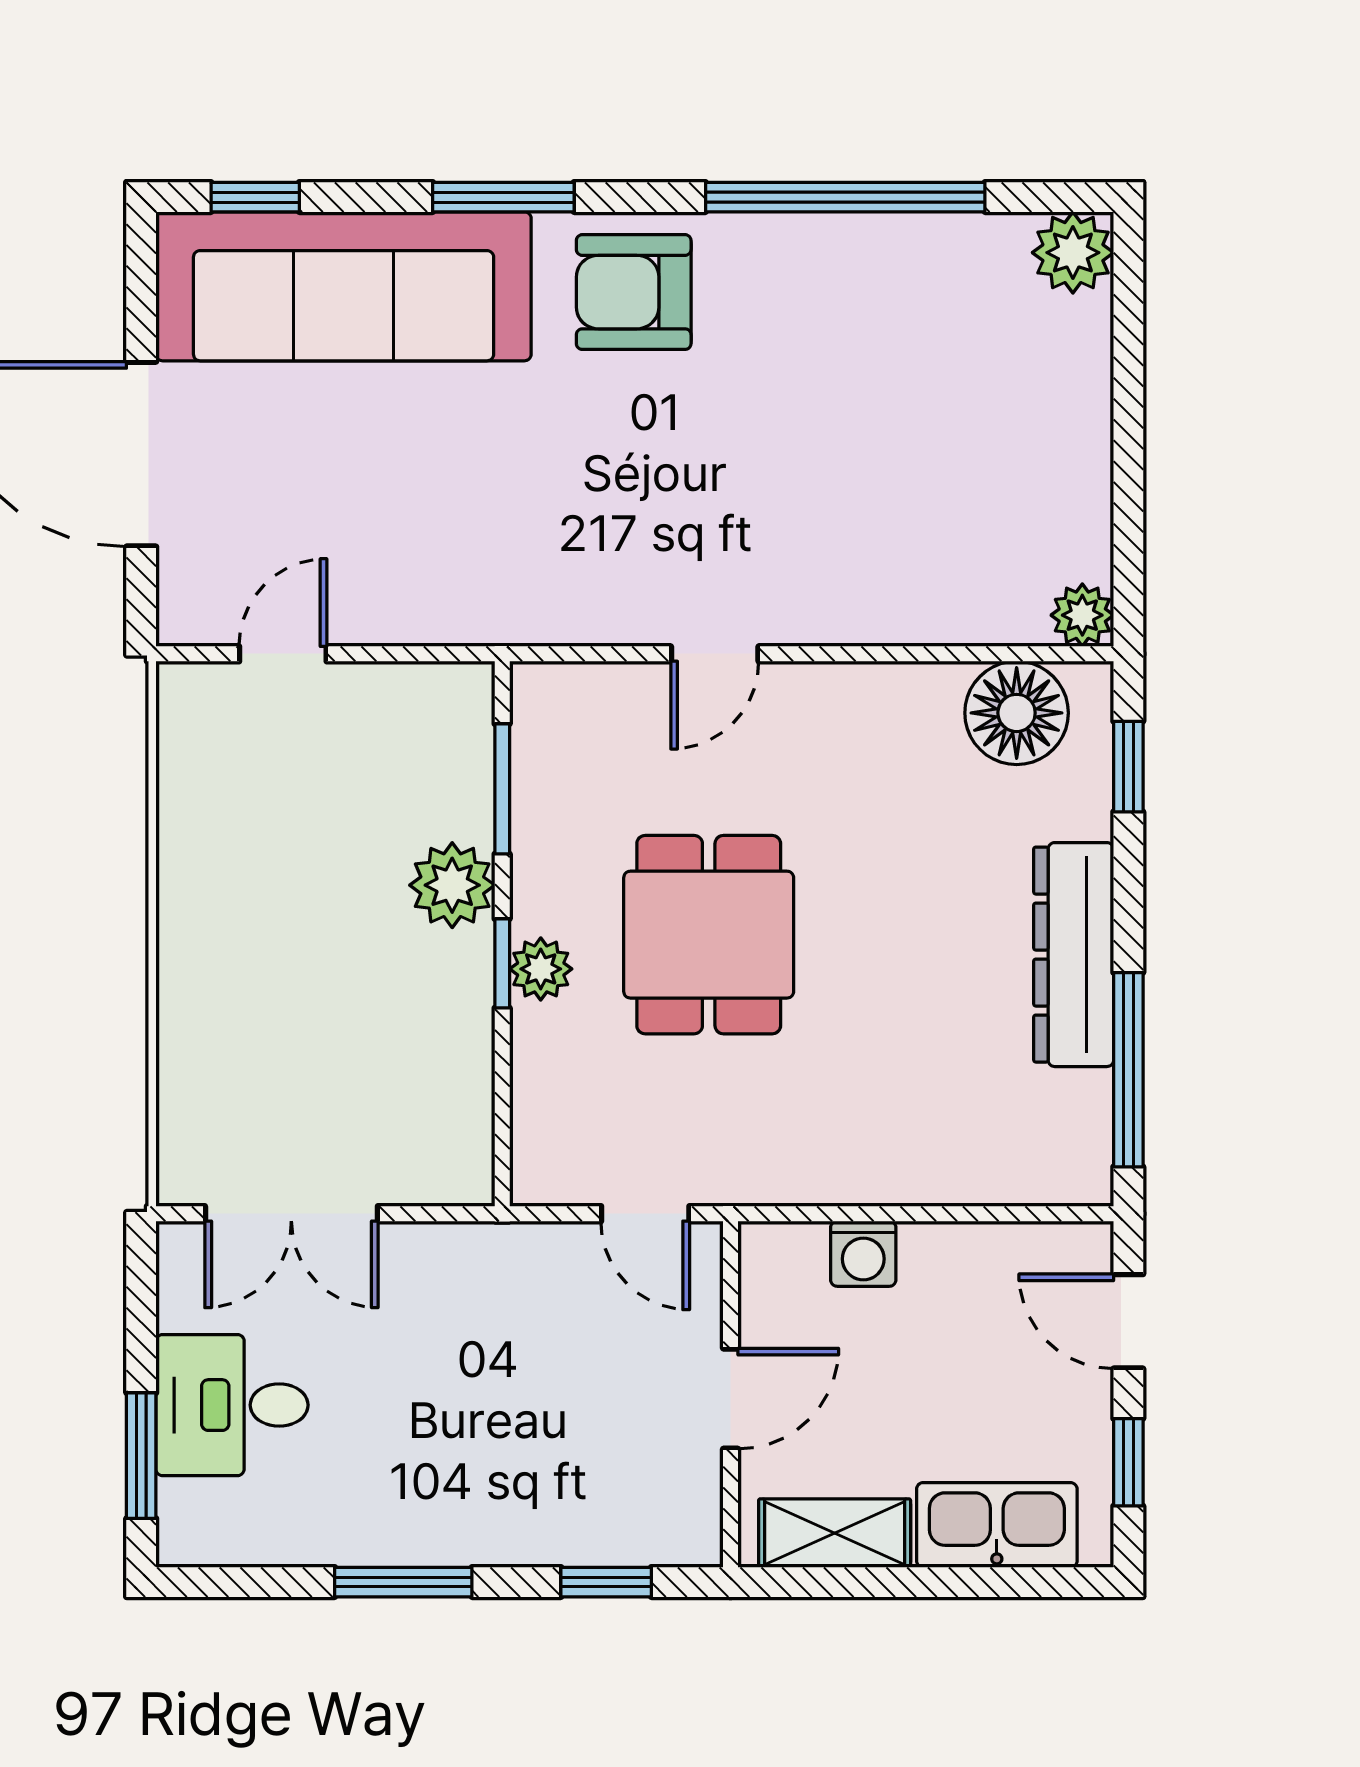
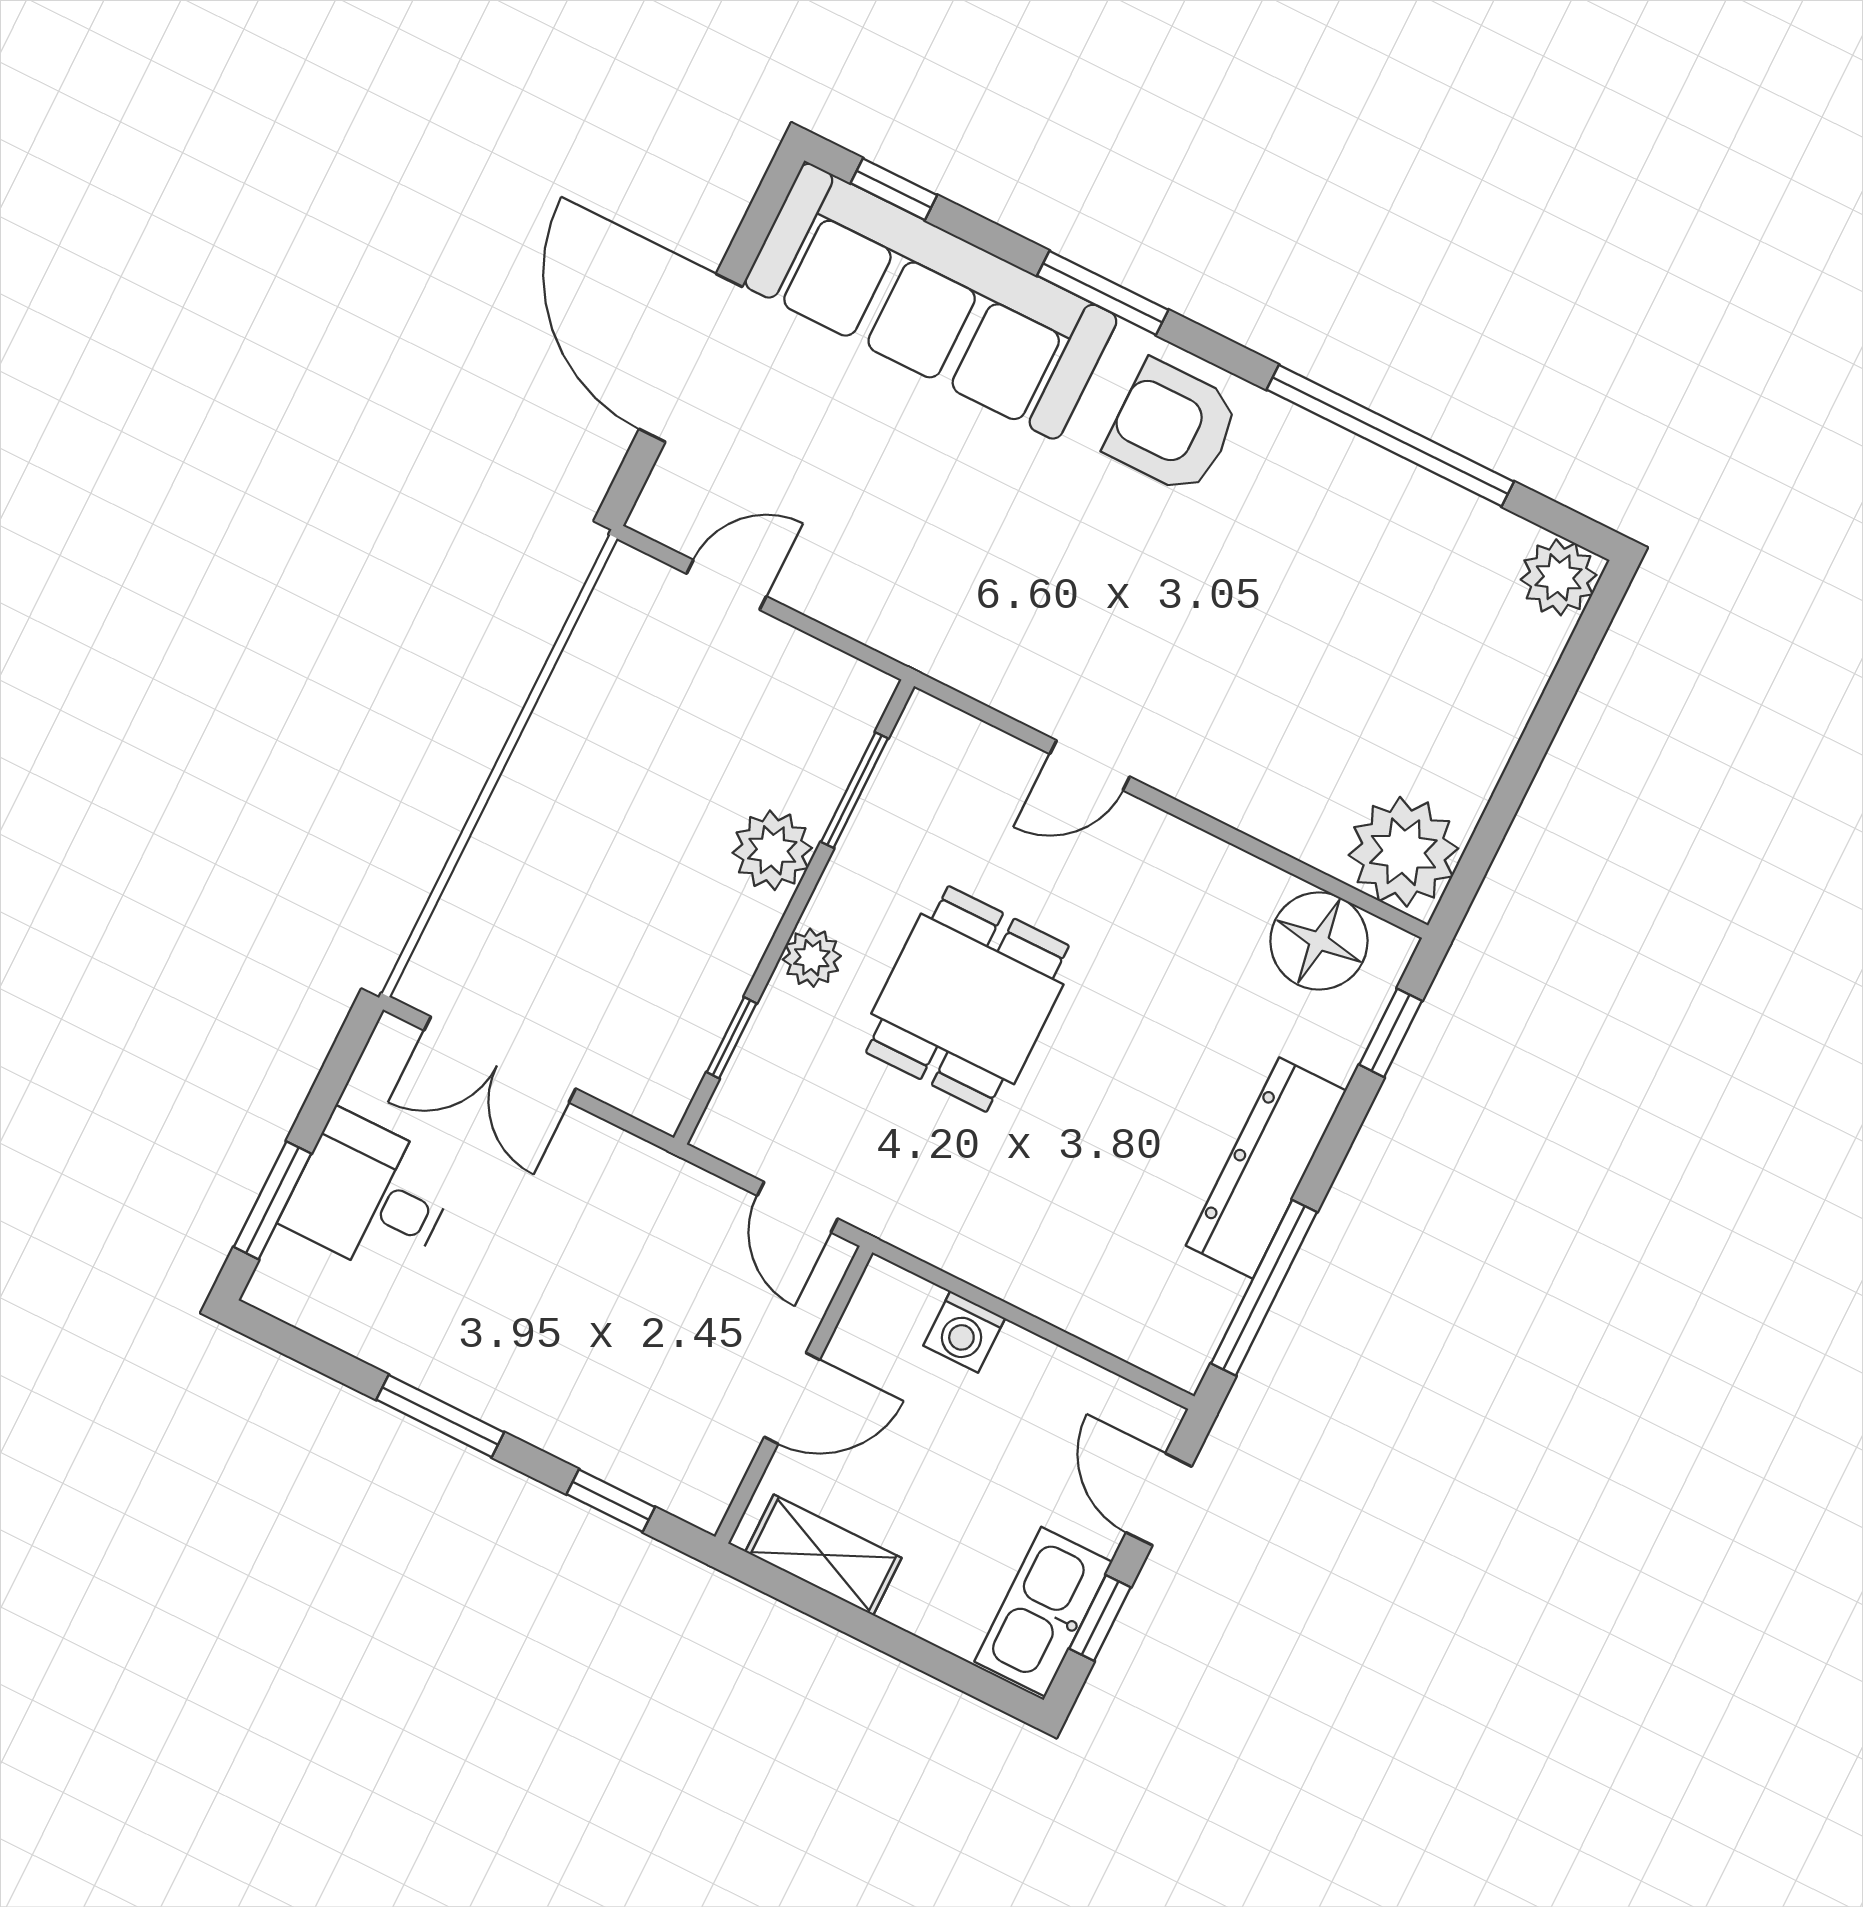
plant: (1082, 615) -> (1403, 852), width x1.87, depth x1.87
window: (502, 963) -> (732, 1038), moved
kitchen sink: (997, 1525) -> (1043, 1612), moved, turned -90

